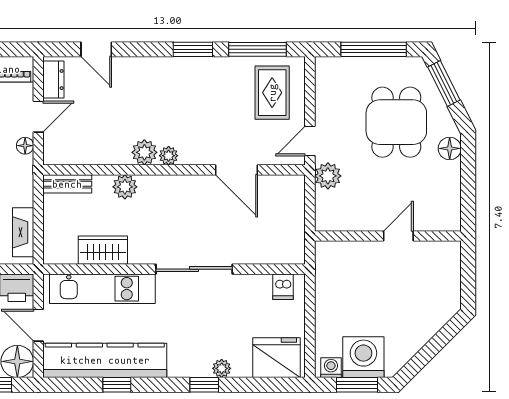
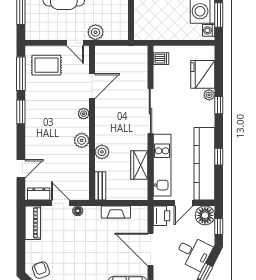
plant: (169, 156) -> (84, 114), moved
fireplace: (23, 232) -> (116, 212), moved
fridge: (277, 358) -> (203, 74), moved

